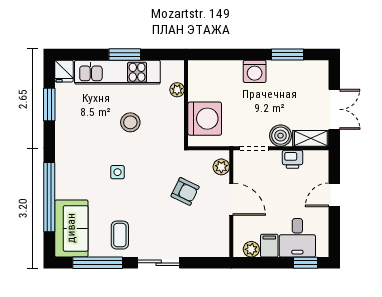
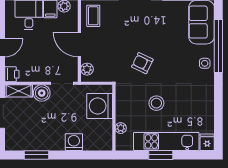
washing machine: (255, 71) -> (74, 142), moved
window: (49, 104) -> (218, 117), removed
printer: (293, 159) -> (12, 74), moved, turned 90
side table: (117, 172) -> (205, 63), moved
armchair: (185, 191) -> (142, 63), moved
coffee table: (120, 235) -> (93, 16), moved

